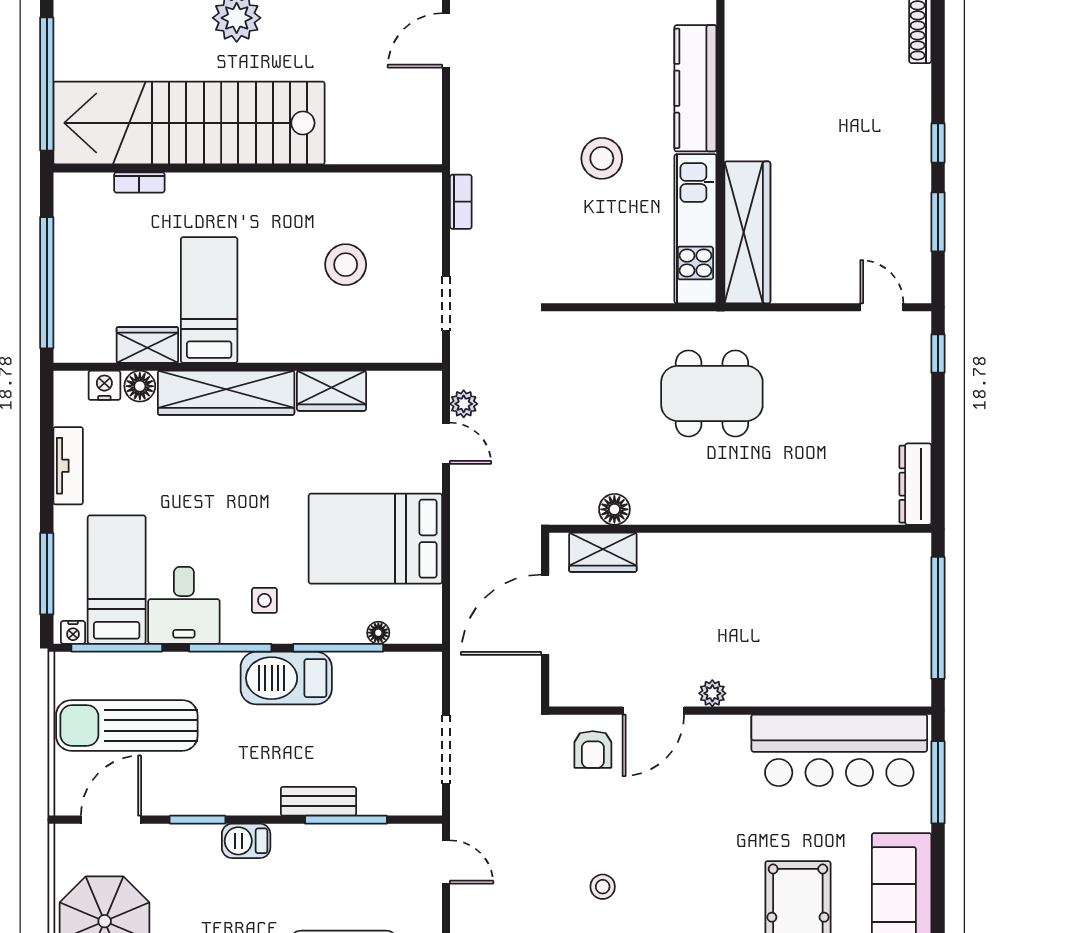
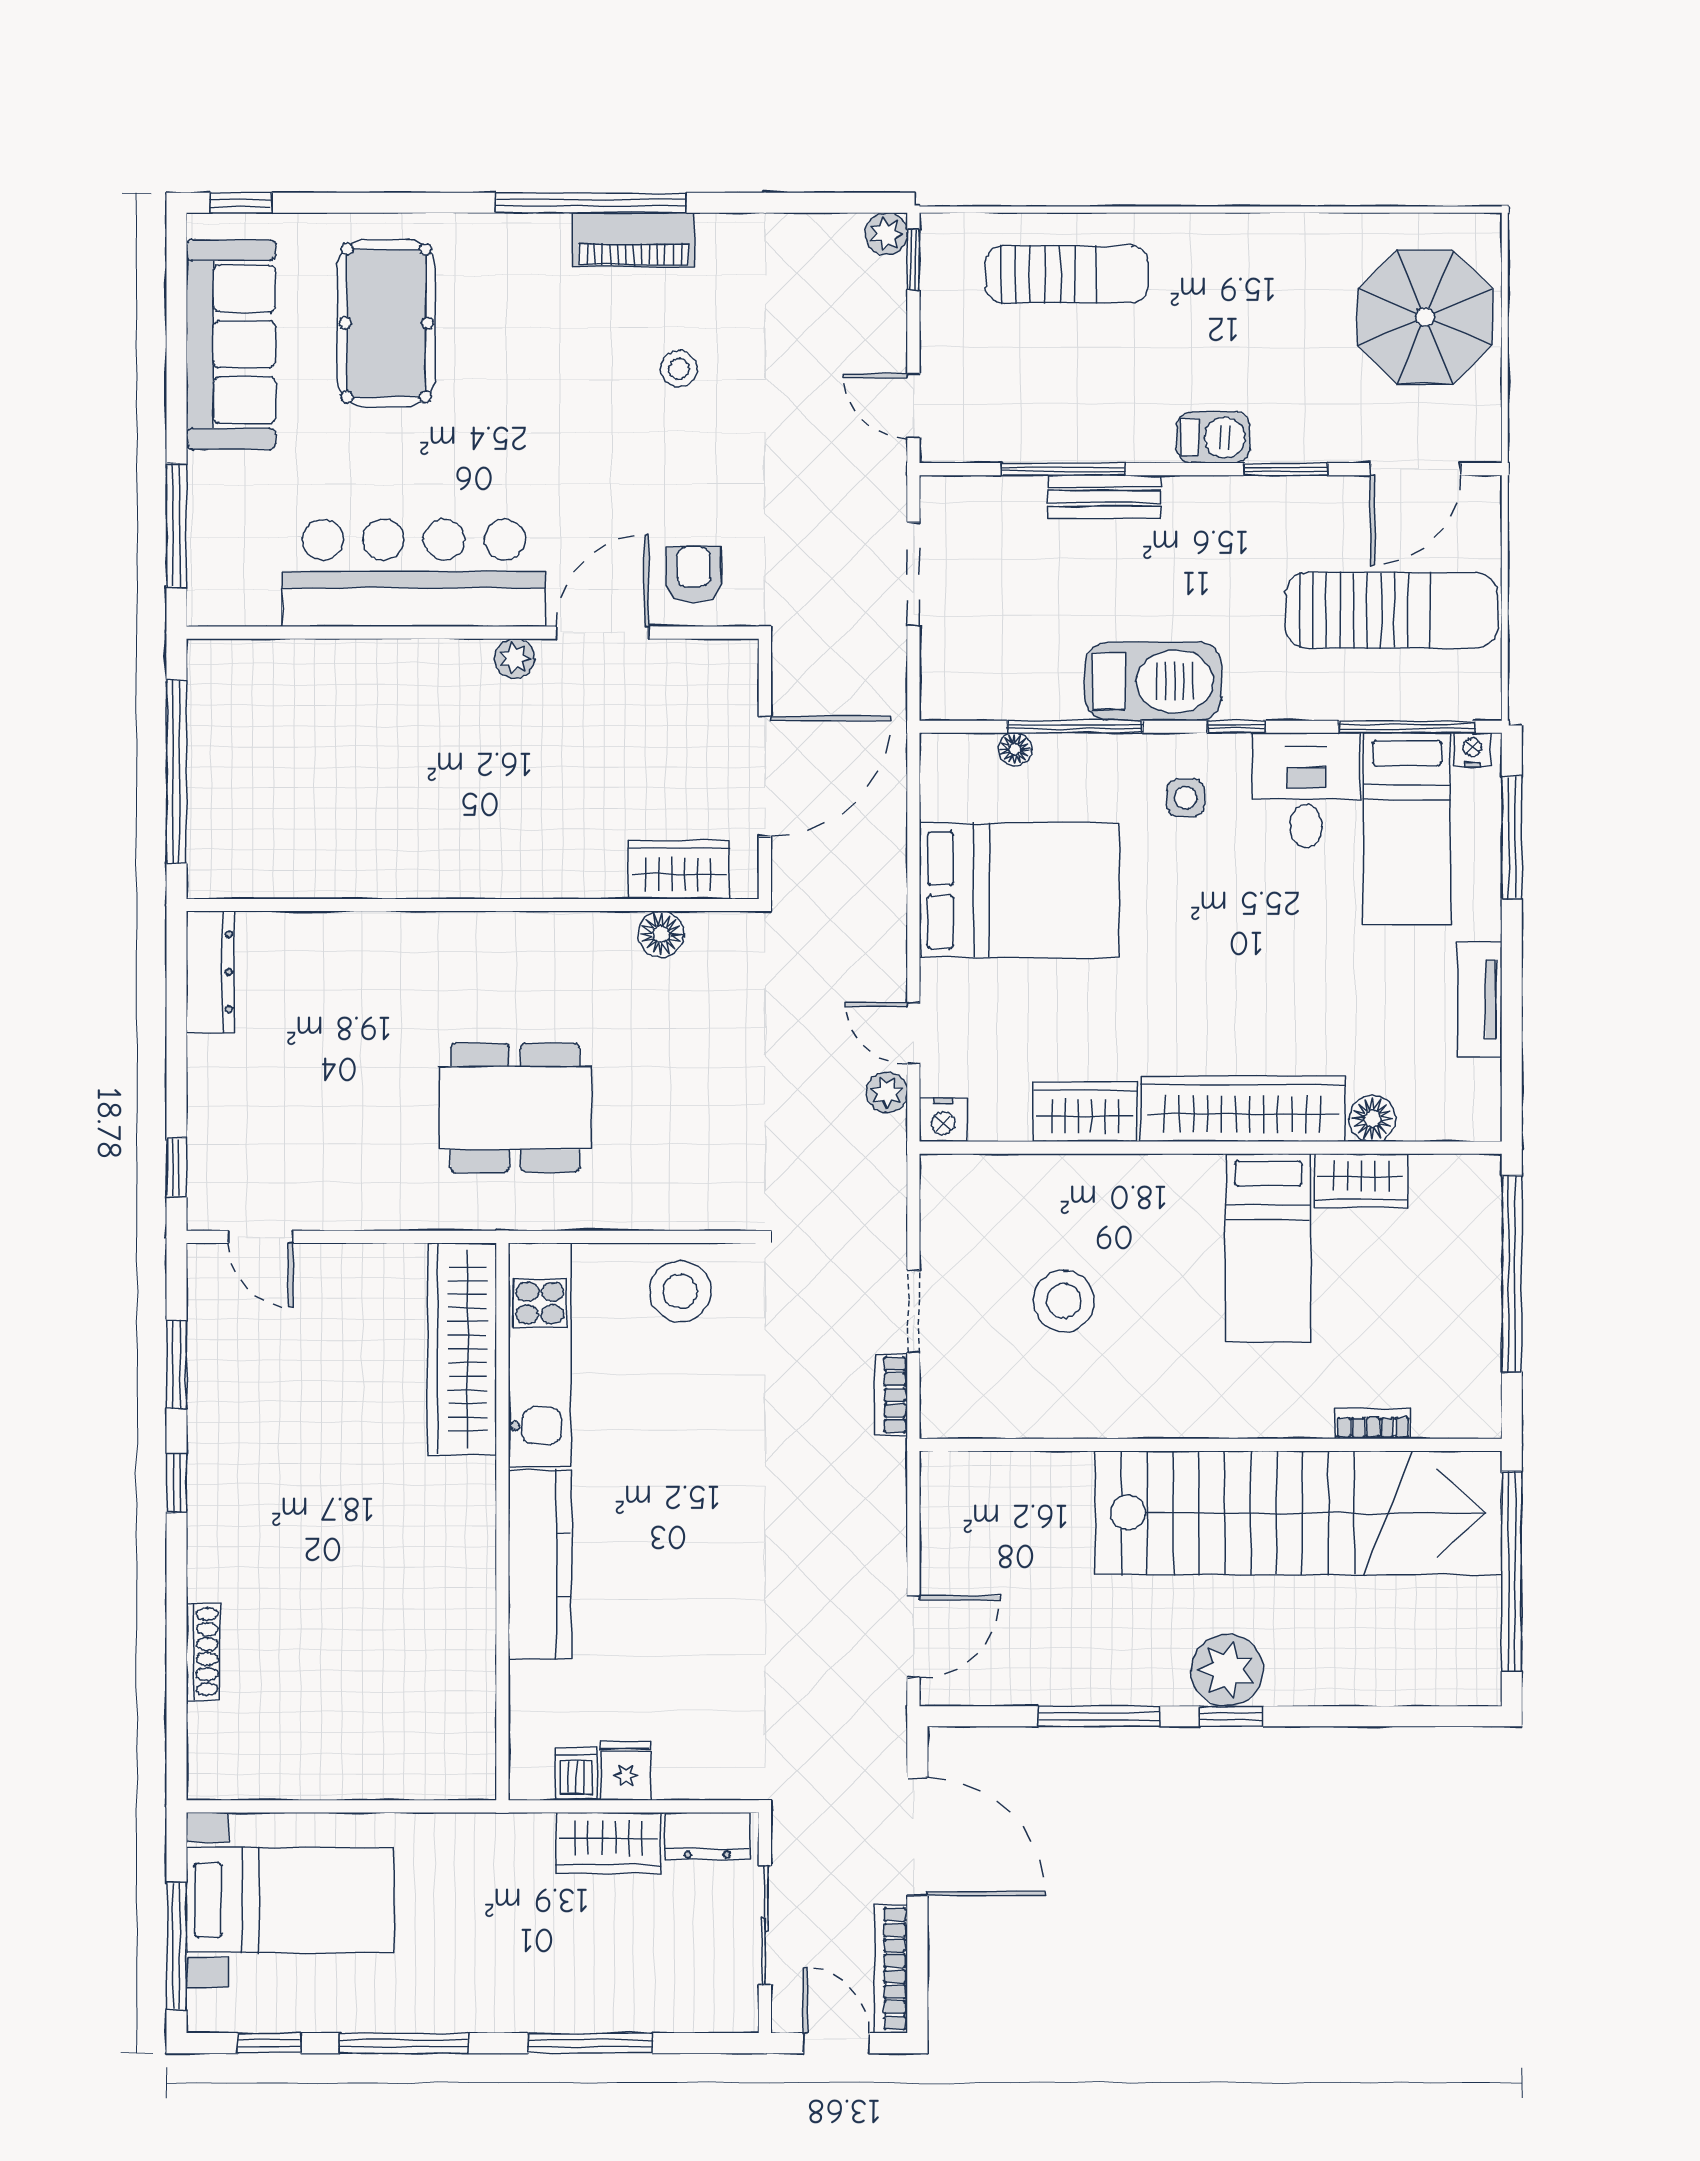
stool: (602, 158) -> (680, 1291), moved
doorway: (446, 304) -> (913, 1311), moved
nightstand: (104, 385) -> (943, 1120), moved
window: (230, 648) -> (1237, 727), width x0.46
bar counter: (839, 750) -> (414, 573), moved

